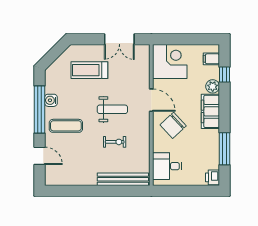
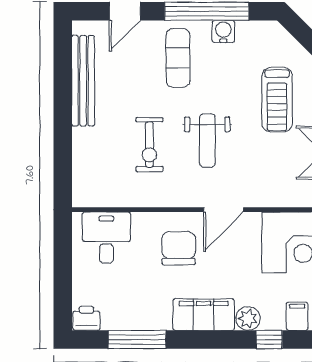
treadmill: (89, 70) -> (277, 100), turned 180
chair: (173, 125) -> (179, 248), turned 43
exercise bike: (115, 142) -> (149, 145), width x1.38, depth x1.39
bench: (123, 179) -> (83, 81), moved

